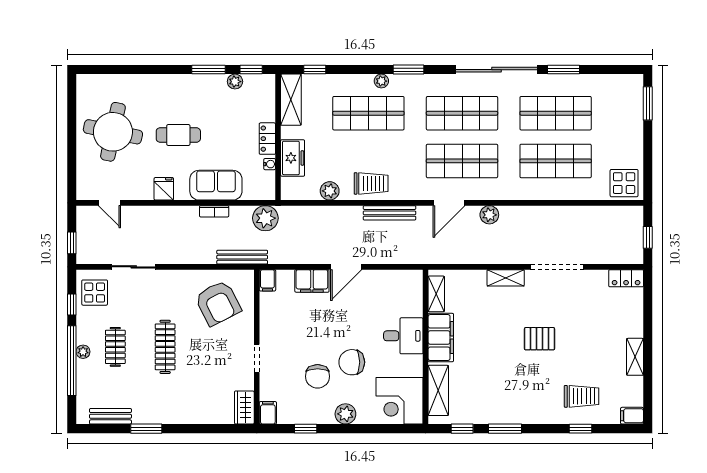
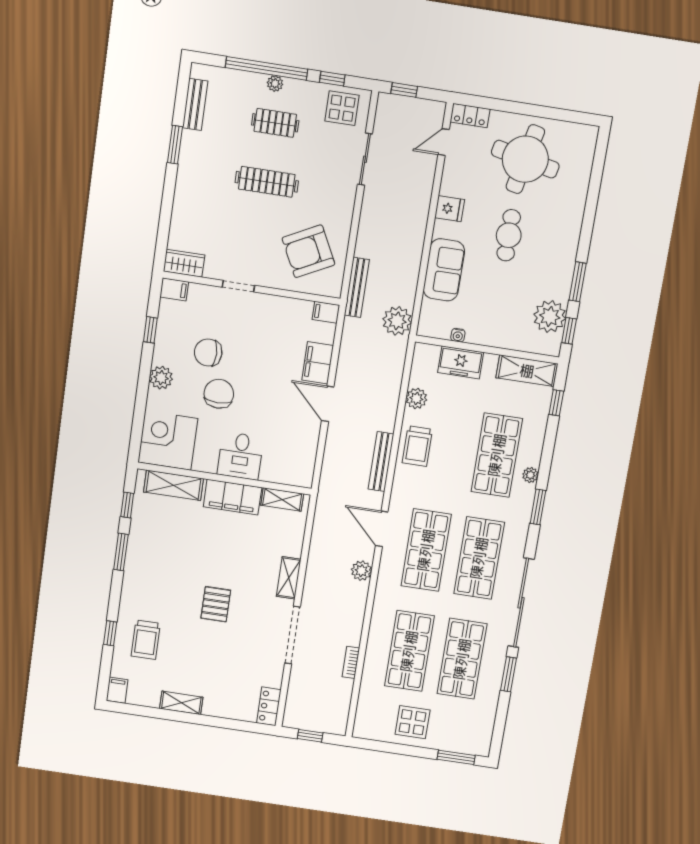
plant: (235, 82) -> (550, 317), width x1.87, depth x1.87
locker: (267, 139) -> (470, 116), moved, turned 180
display table: (624, 183) -> (413, 722), moved
bookcase: (214, 211) -> (351, 662), moved

